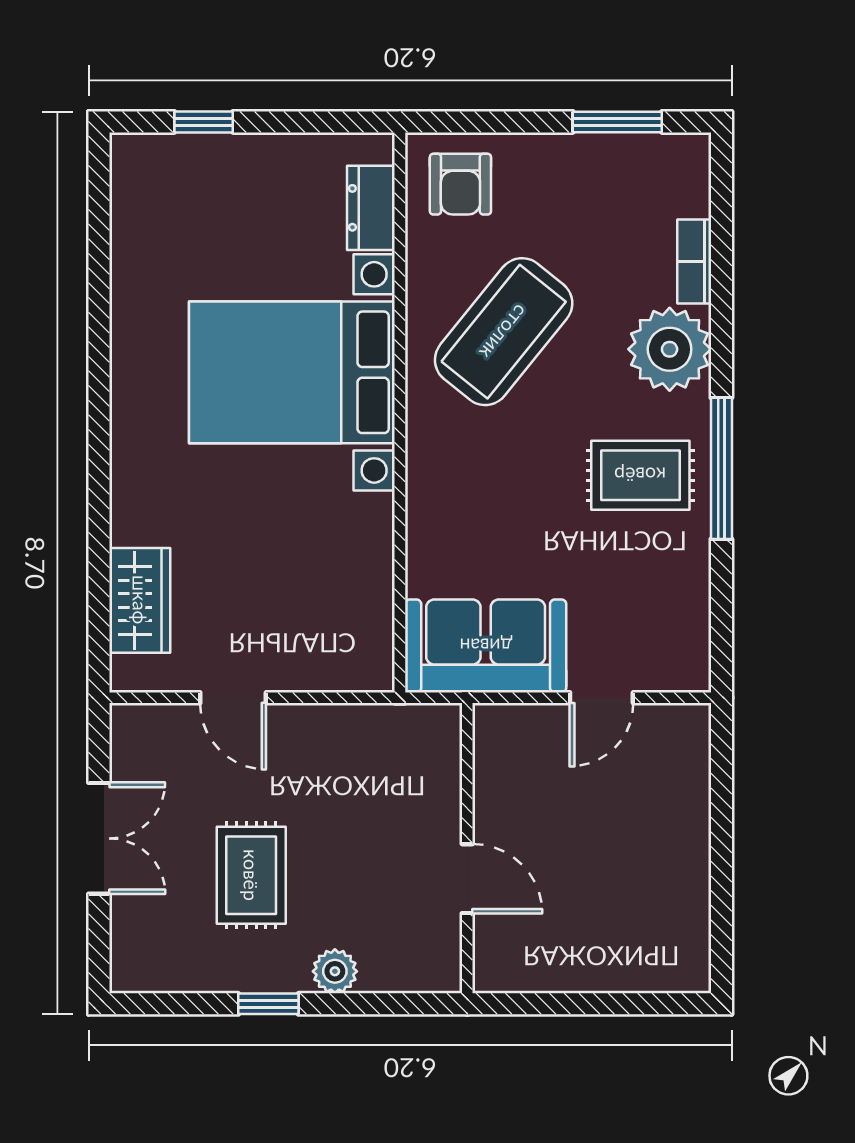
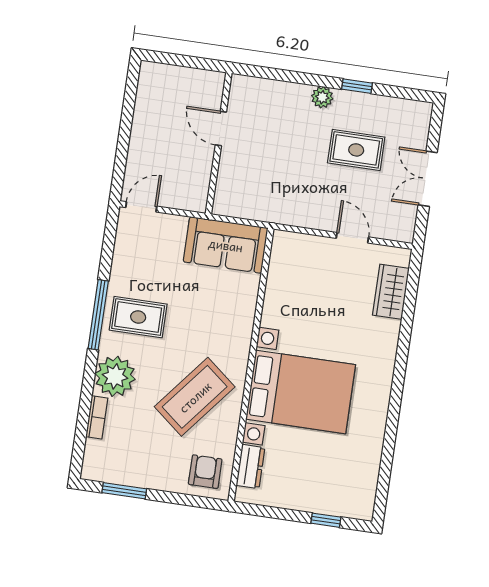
door: (601, 698) -> (141, 207), moved
wall: (467, 848) -> (219, 143), moved
rug: (251, 875) -> (356, 150), turned 90
door: (467, 879) -> (221, 128), moved

